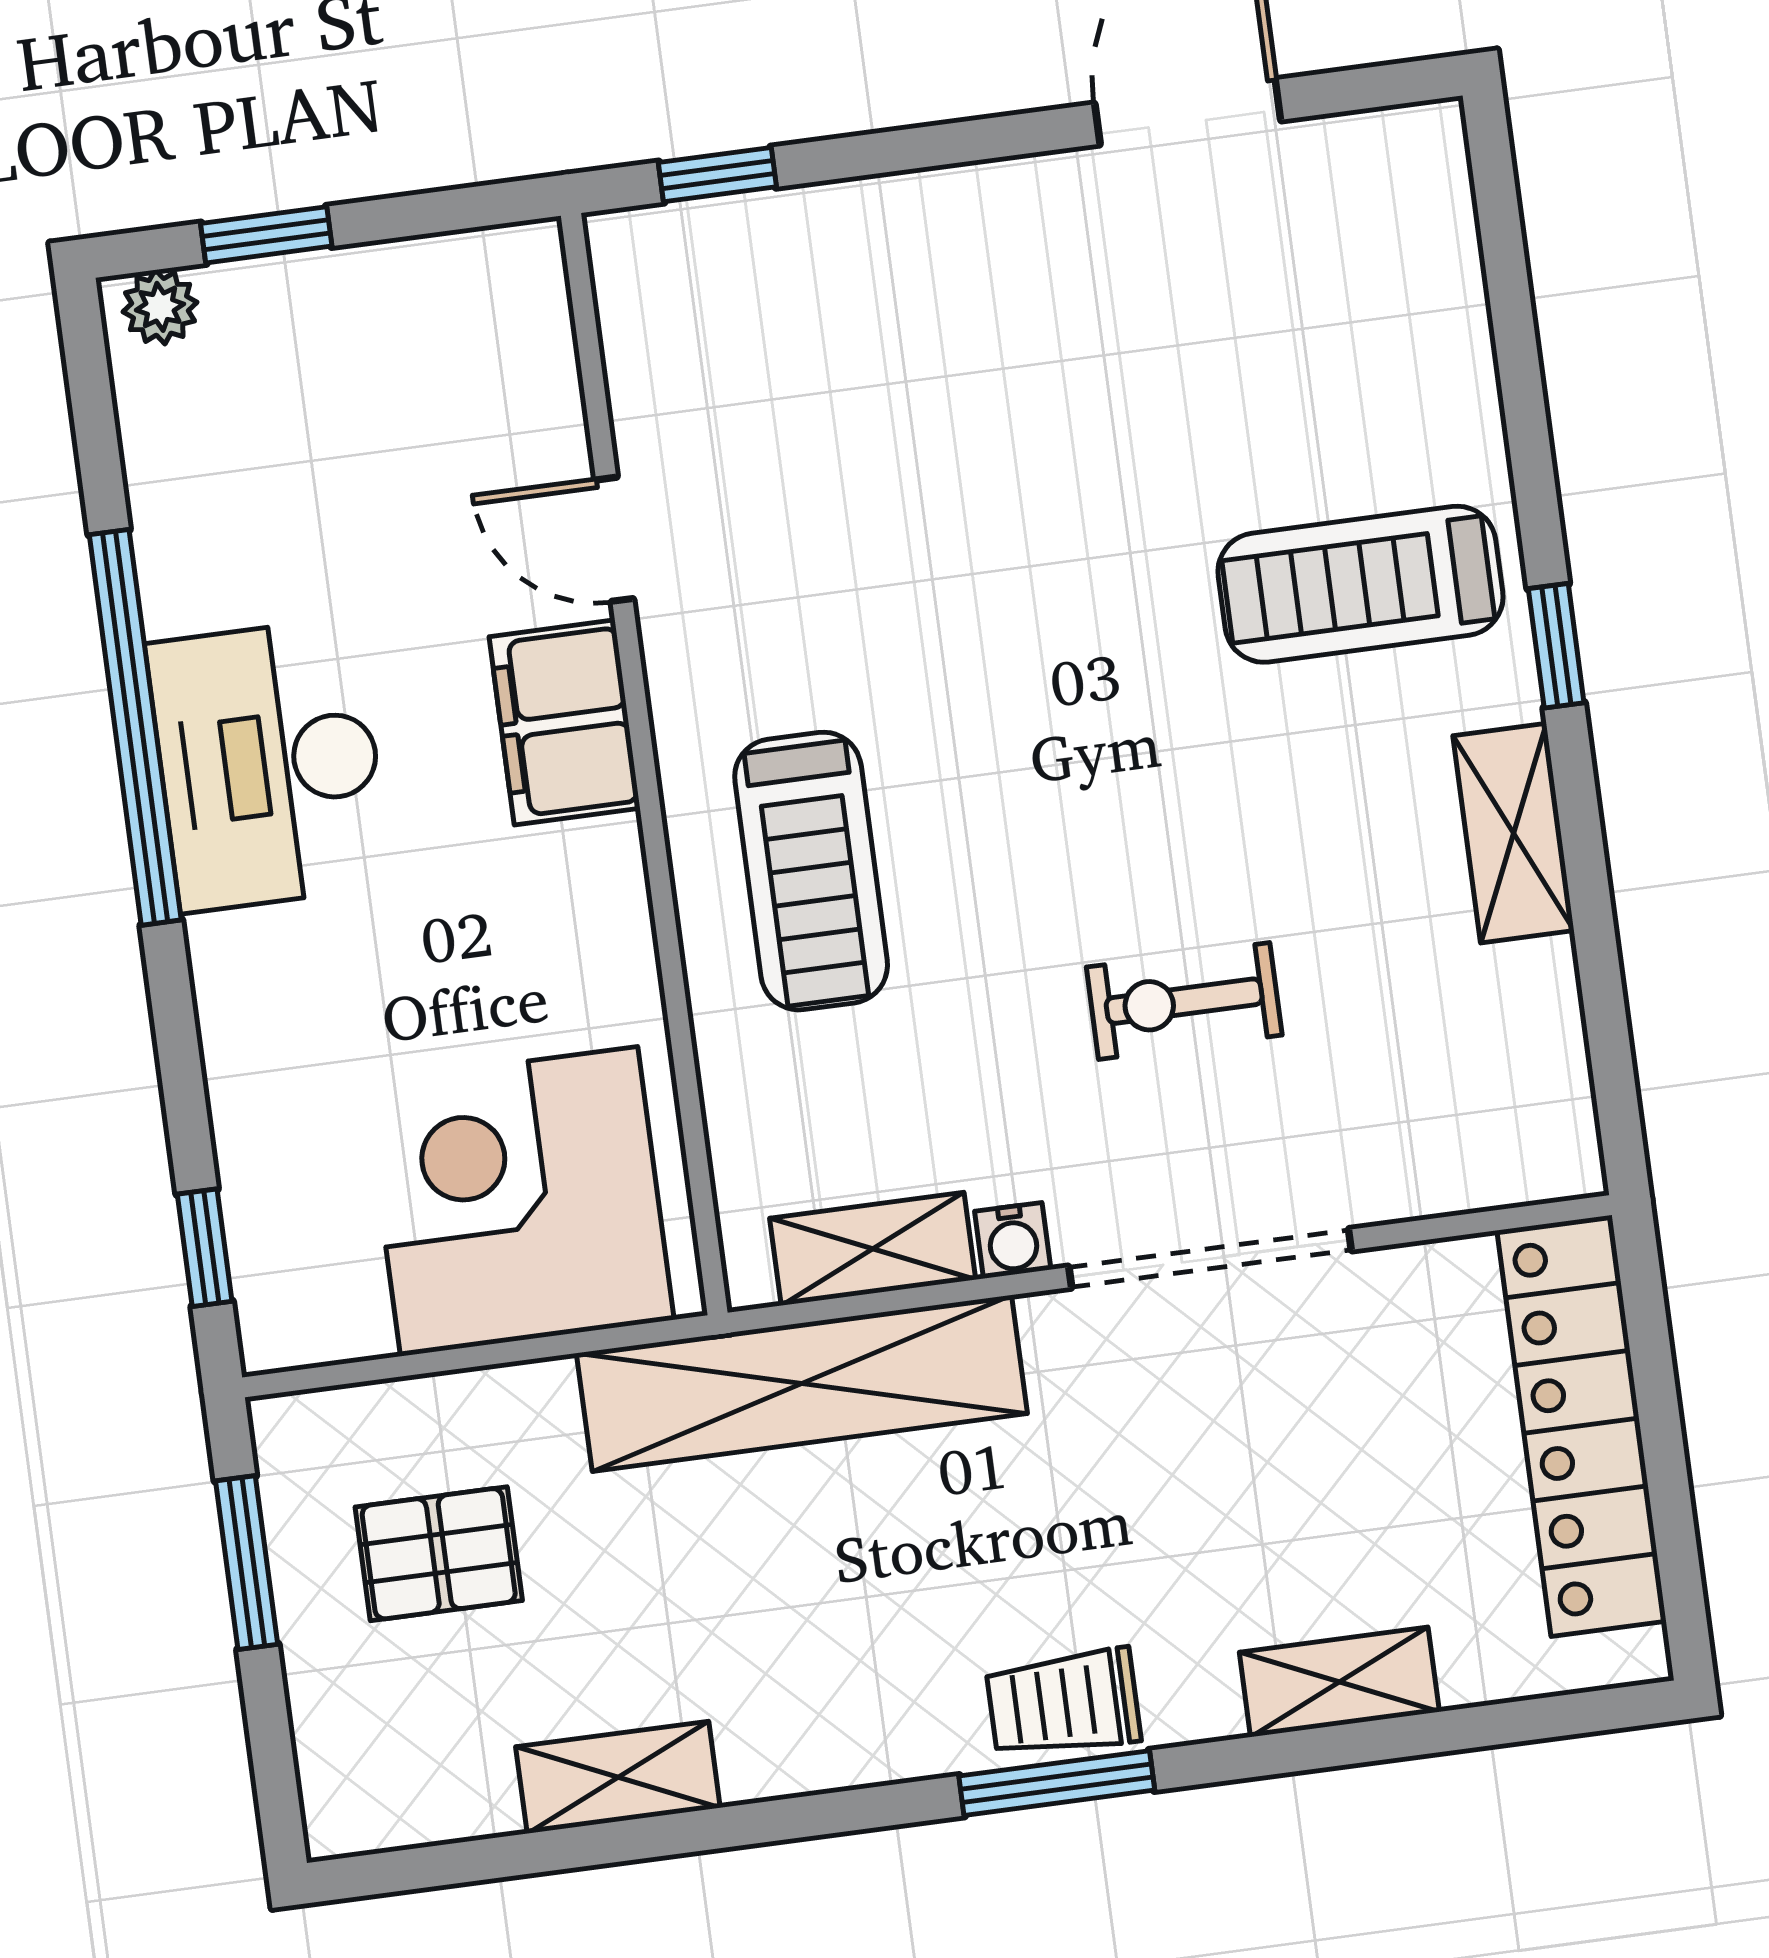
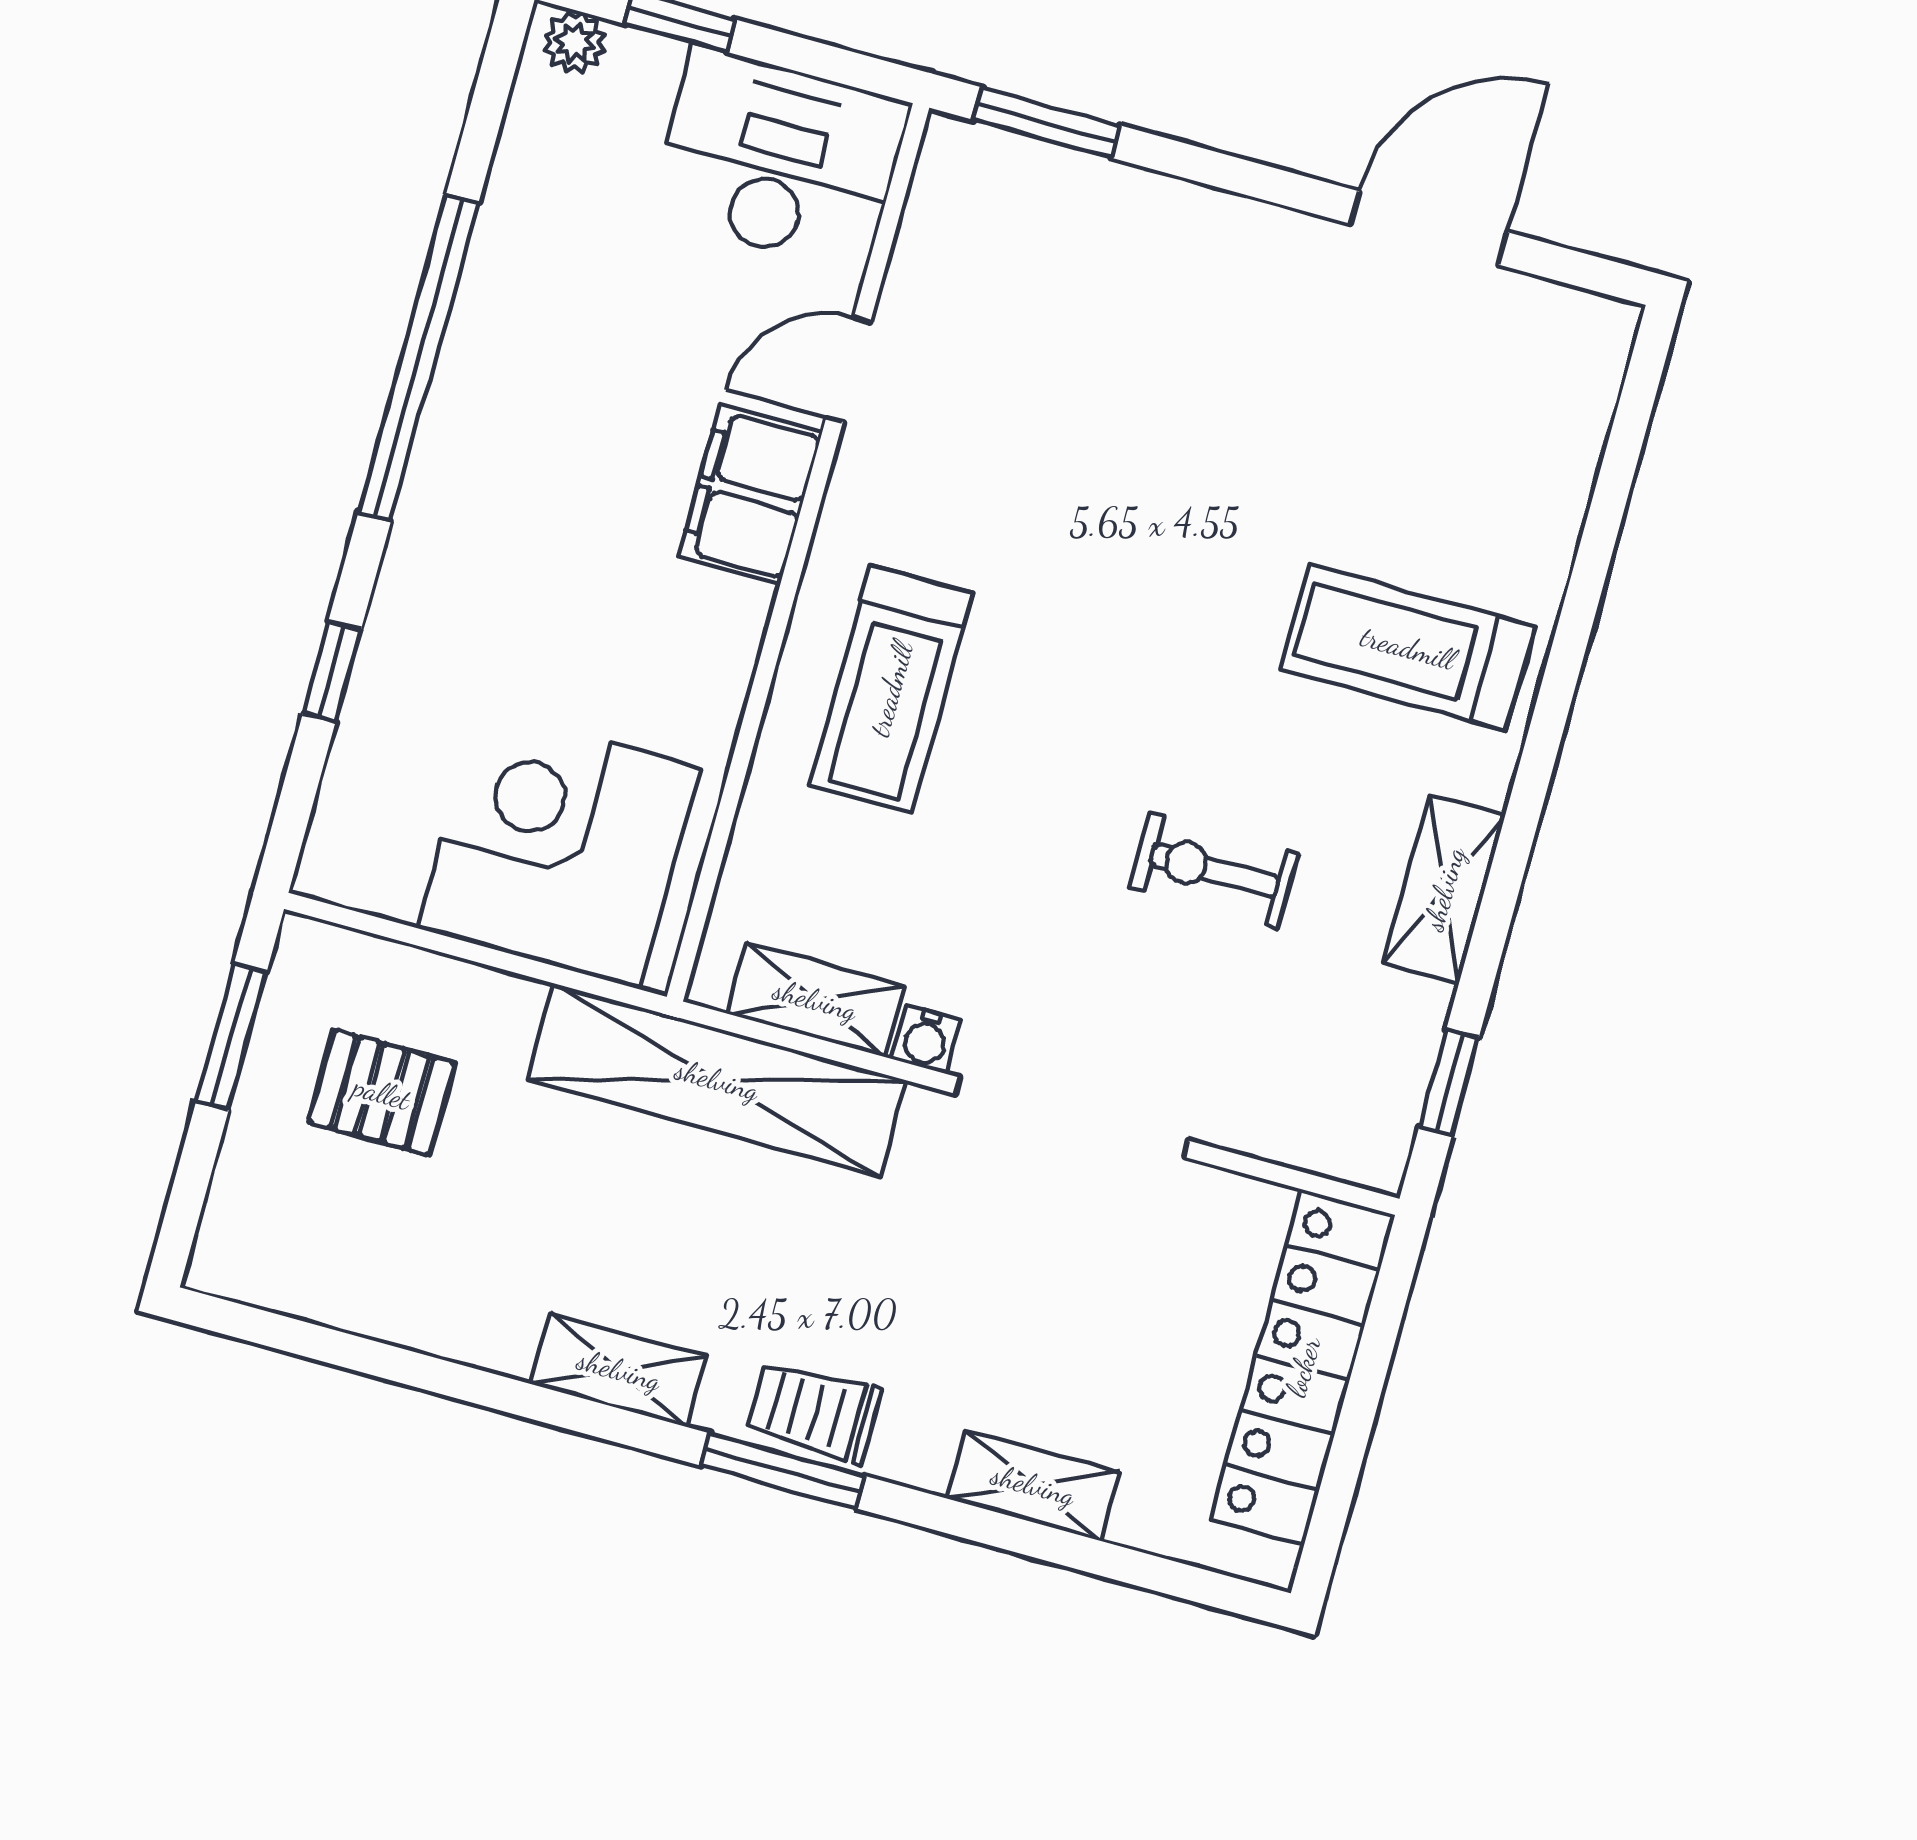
window: (717, 175) -> (1047, 123), width x1.50
door: (614, 539) -> (848, 369), hinge flipped
window: (1556, 646) -> (1449, 1083), moved
desk: (269, 765) -> (779, 159), moved, turned 90
exercise bike: (1184, 1001) -> (1214, 870), moved
window: (205, 1248) -> (332, 672), moved
shelving: (618, 1777) -> (619, 1370), moved

